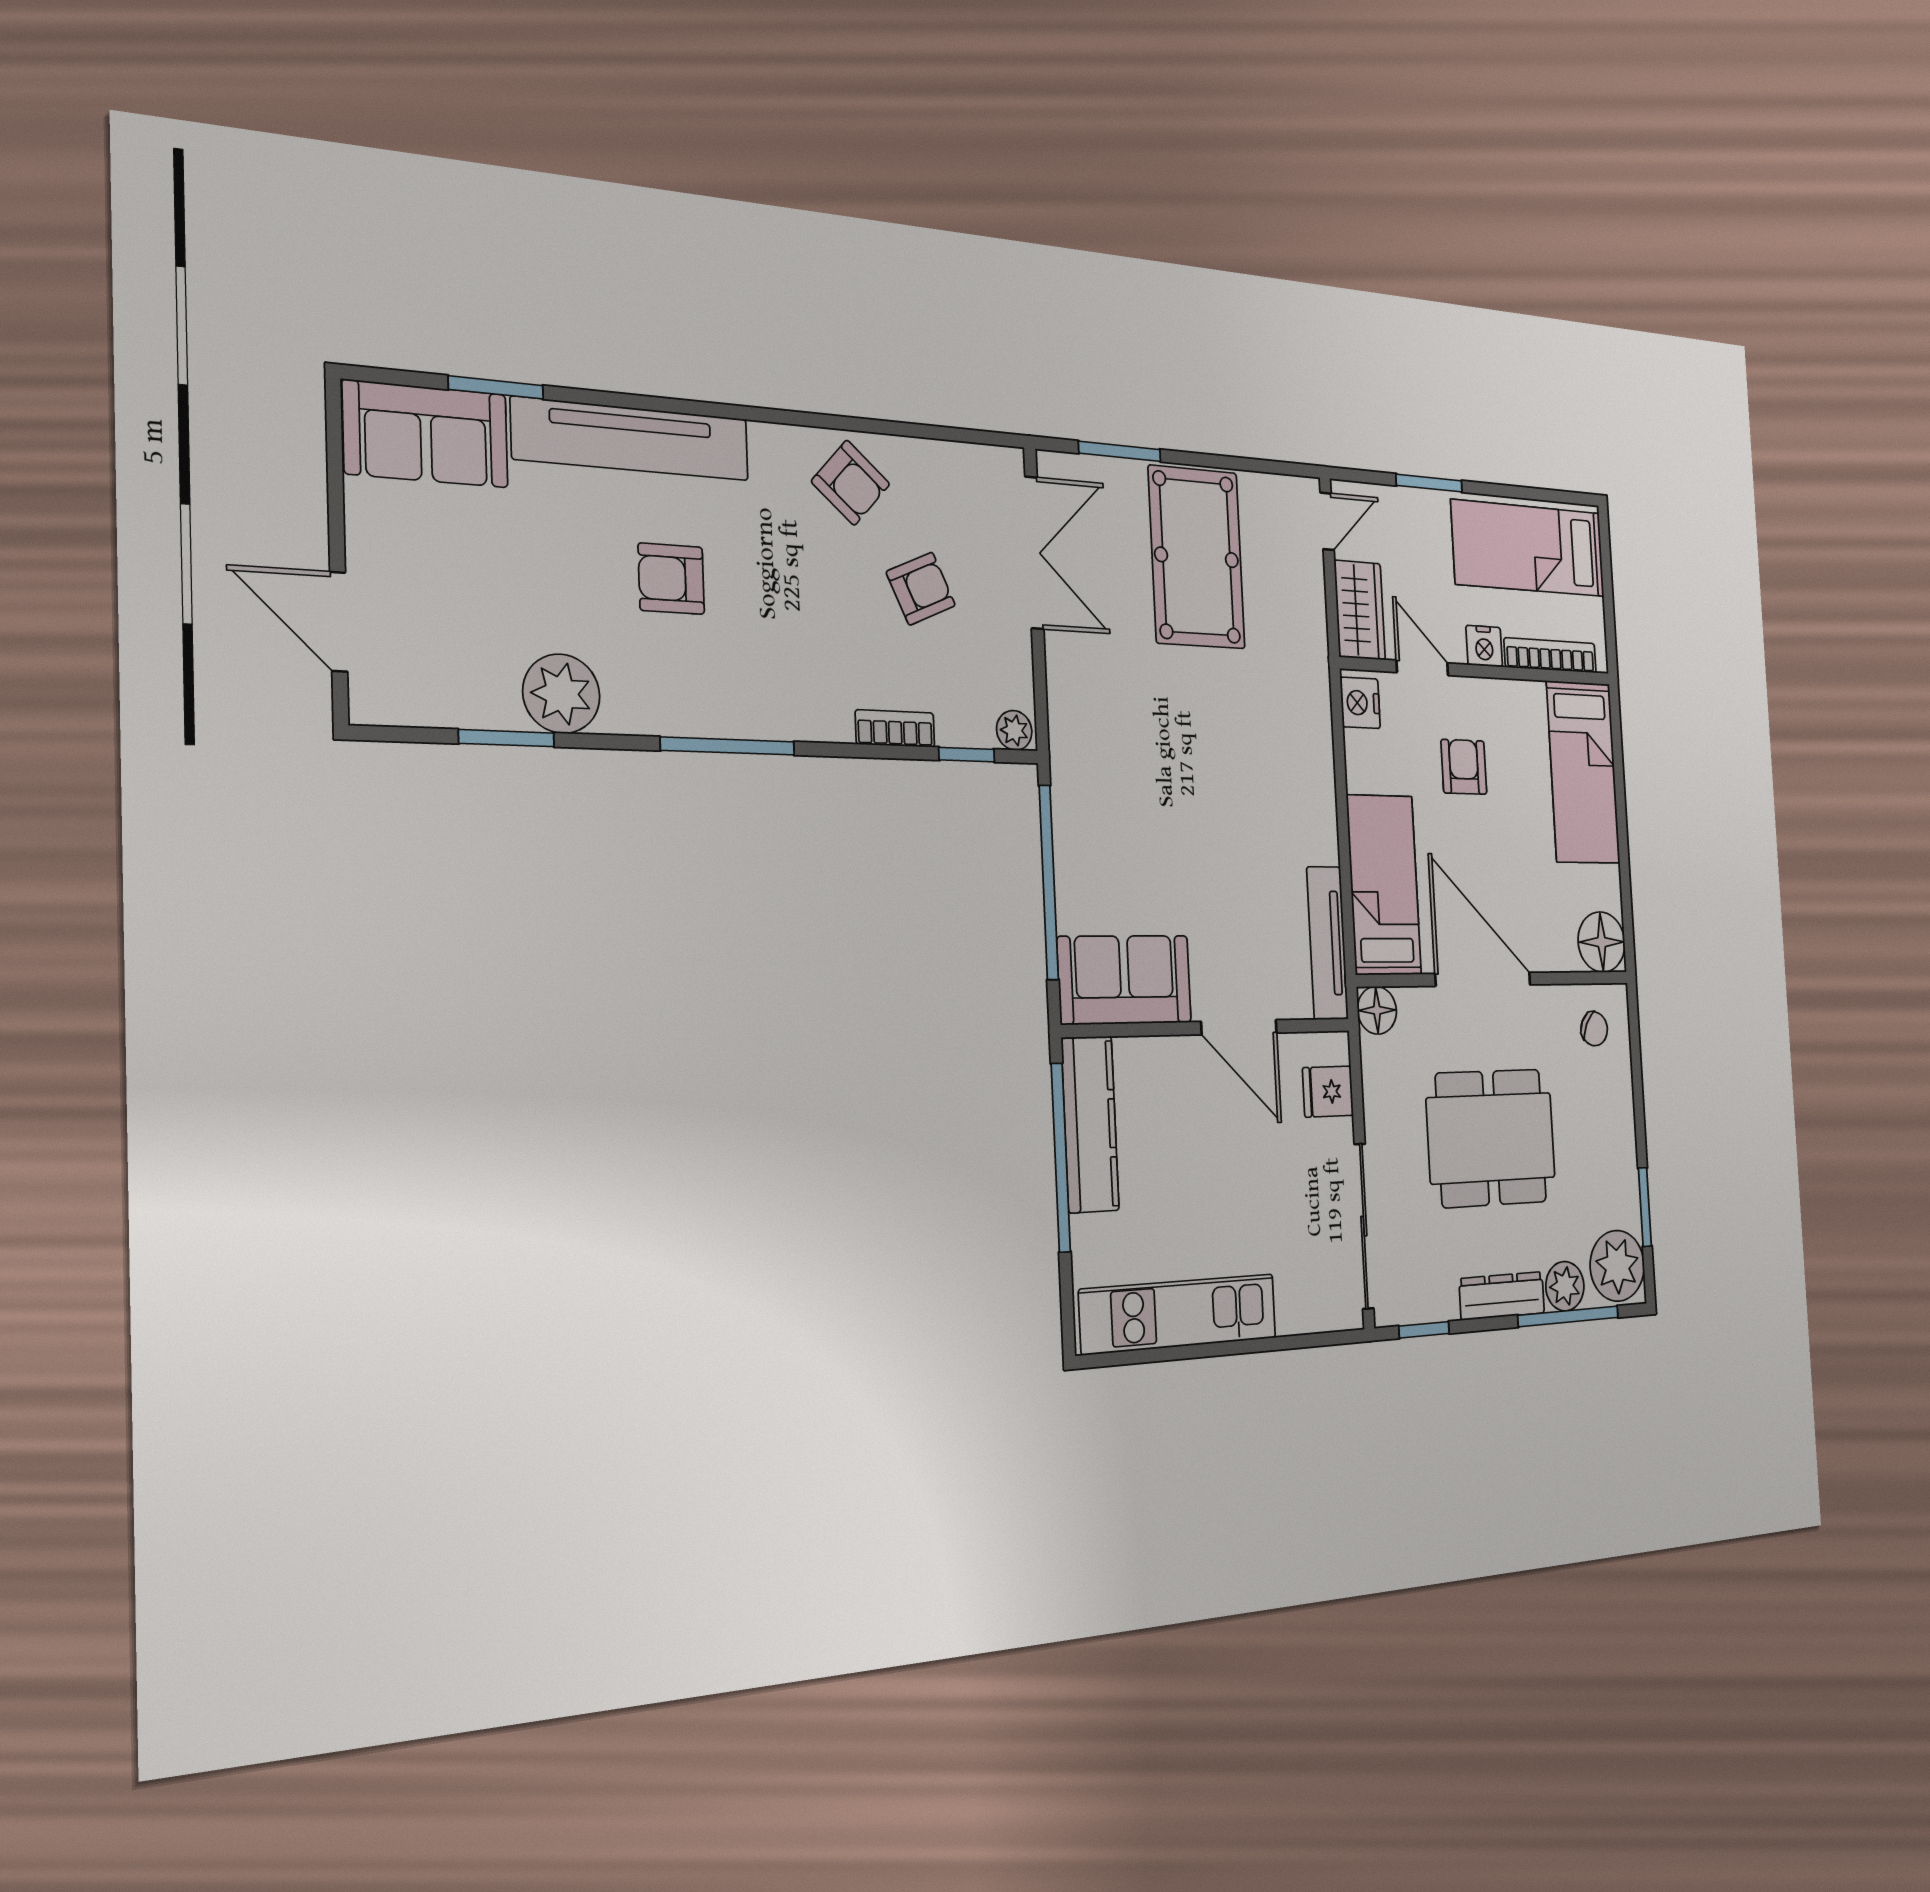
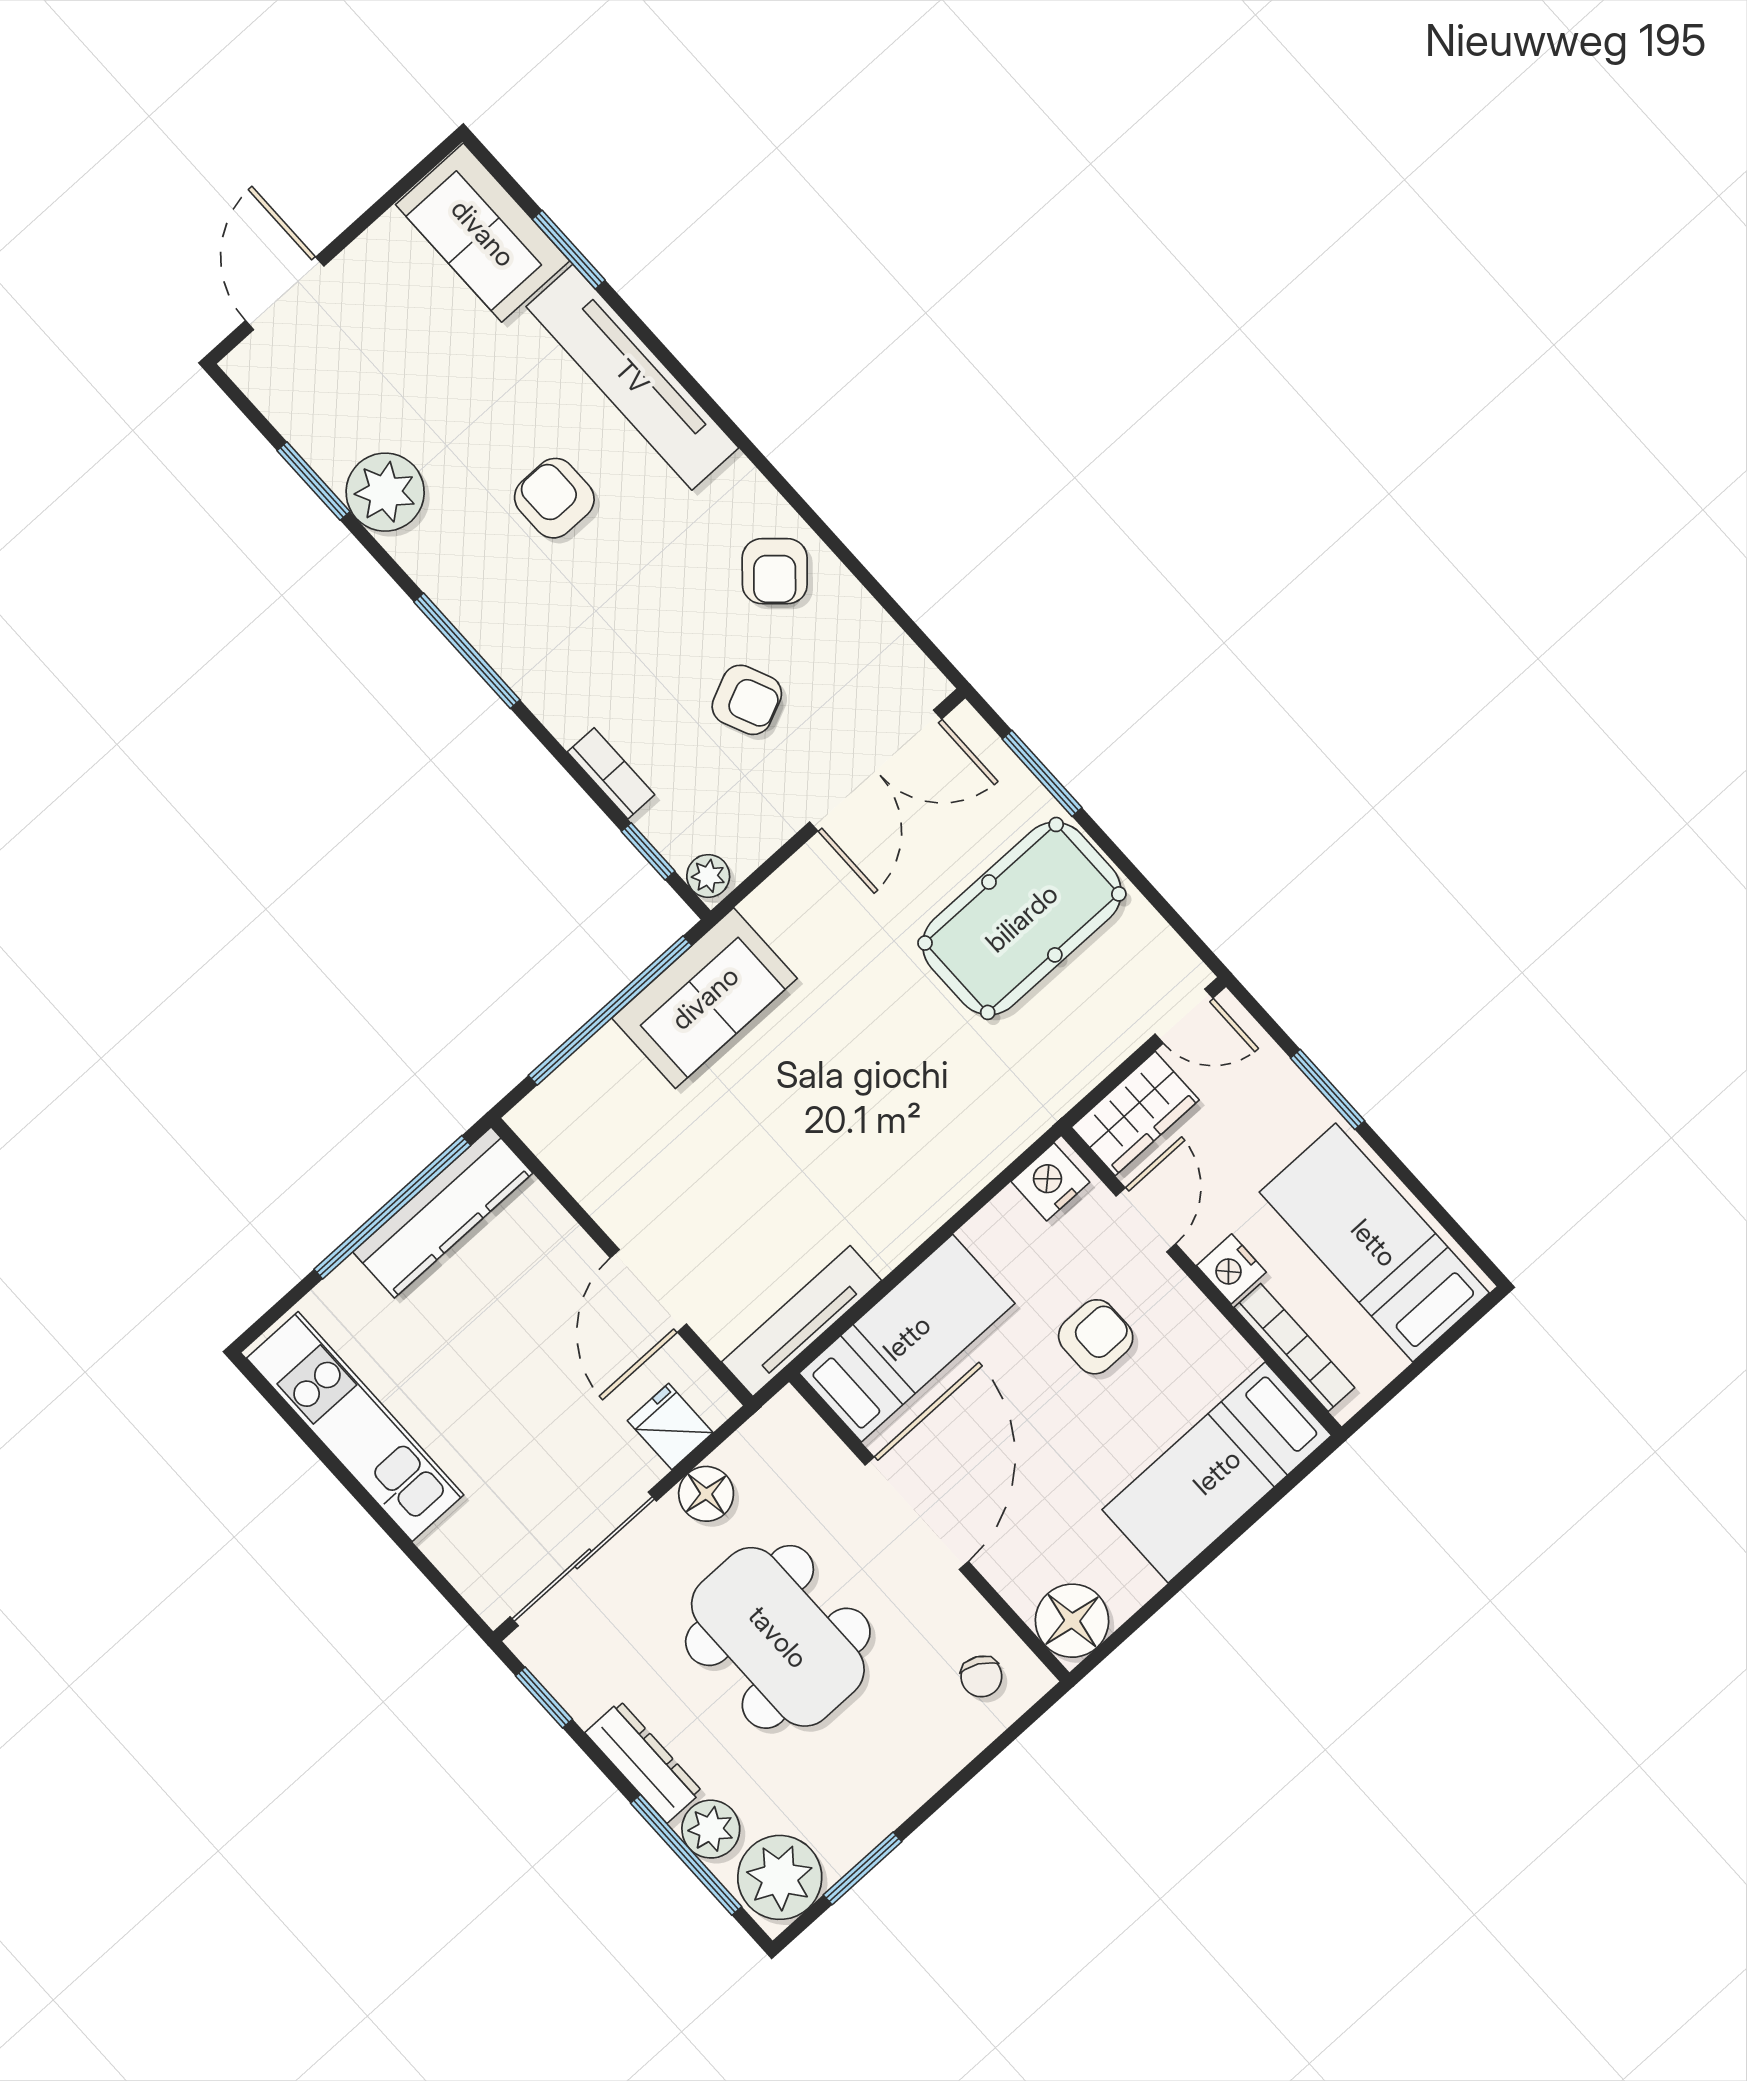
sofa: (1125, 980) -> (705, 998), moved, turned 90
floor lamp: (1377, 1010) -> (706, 1494), moved

